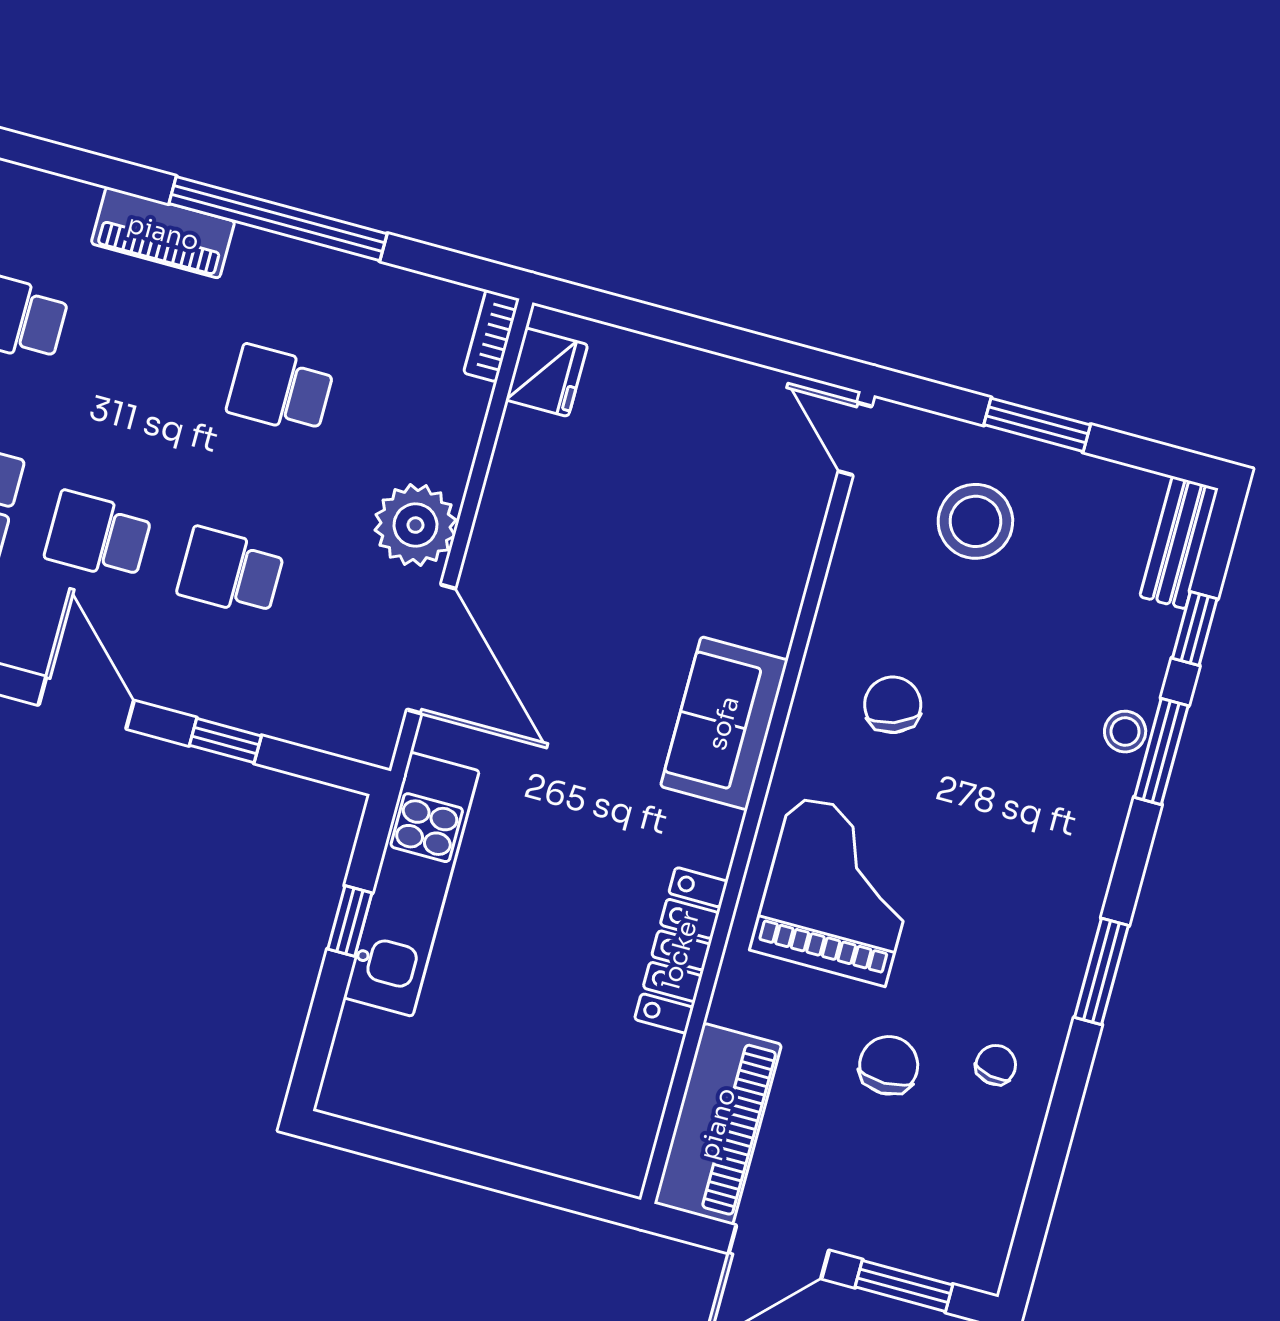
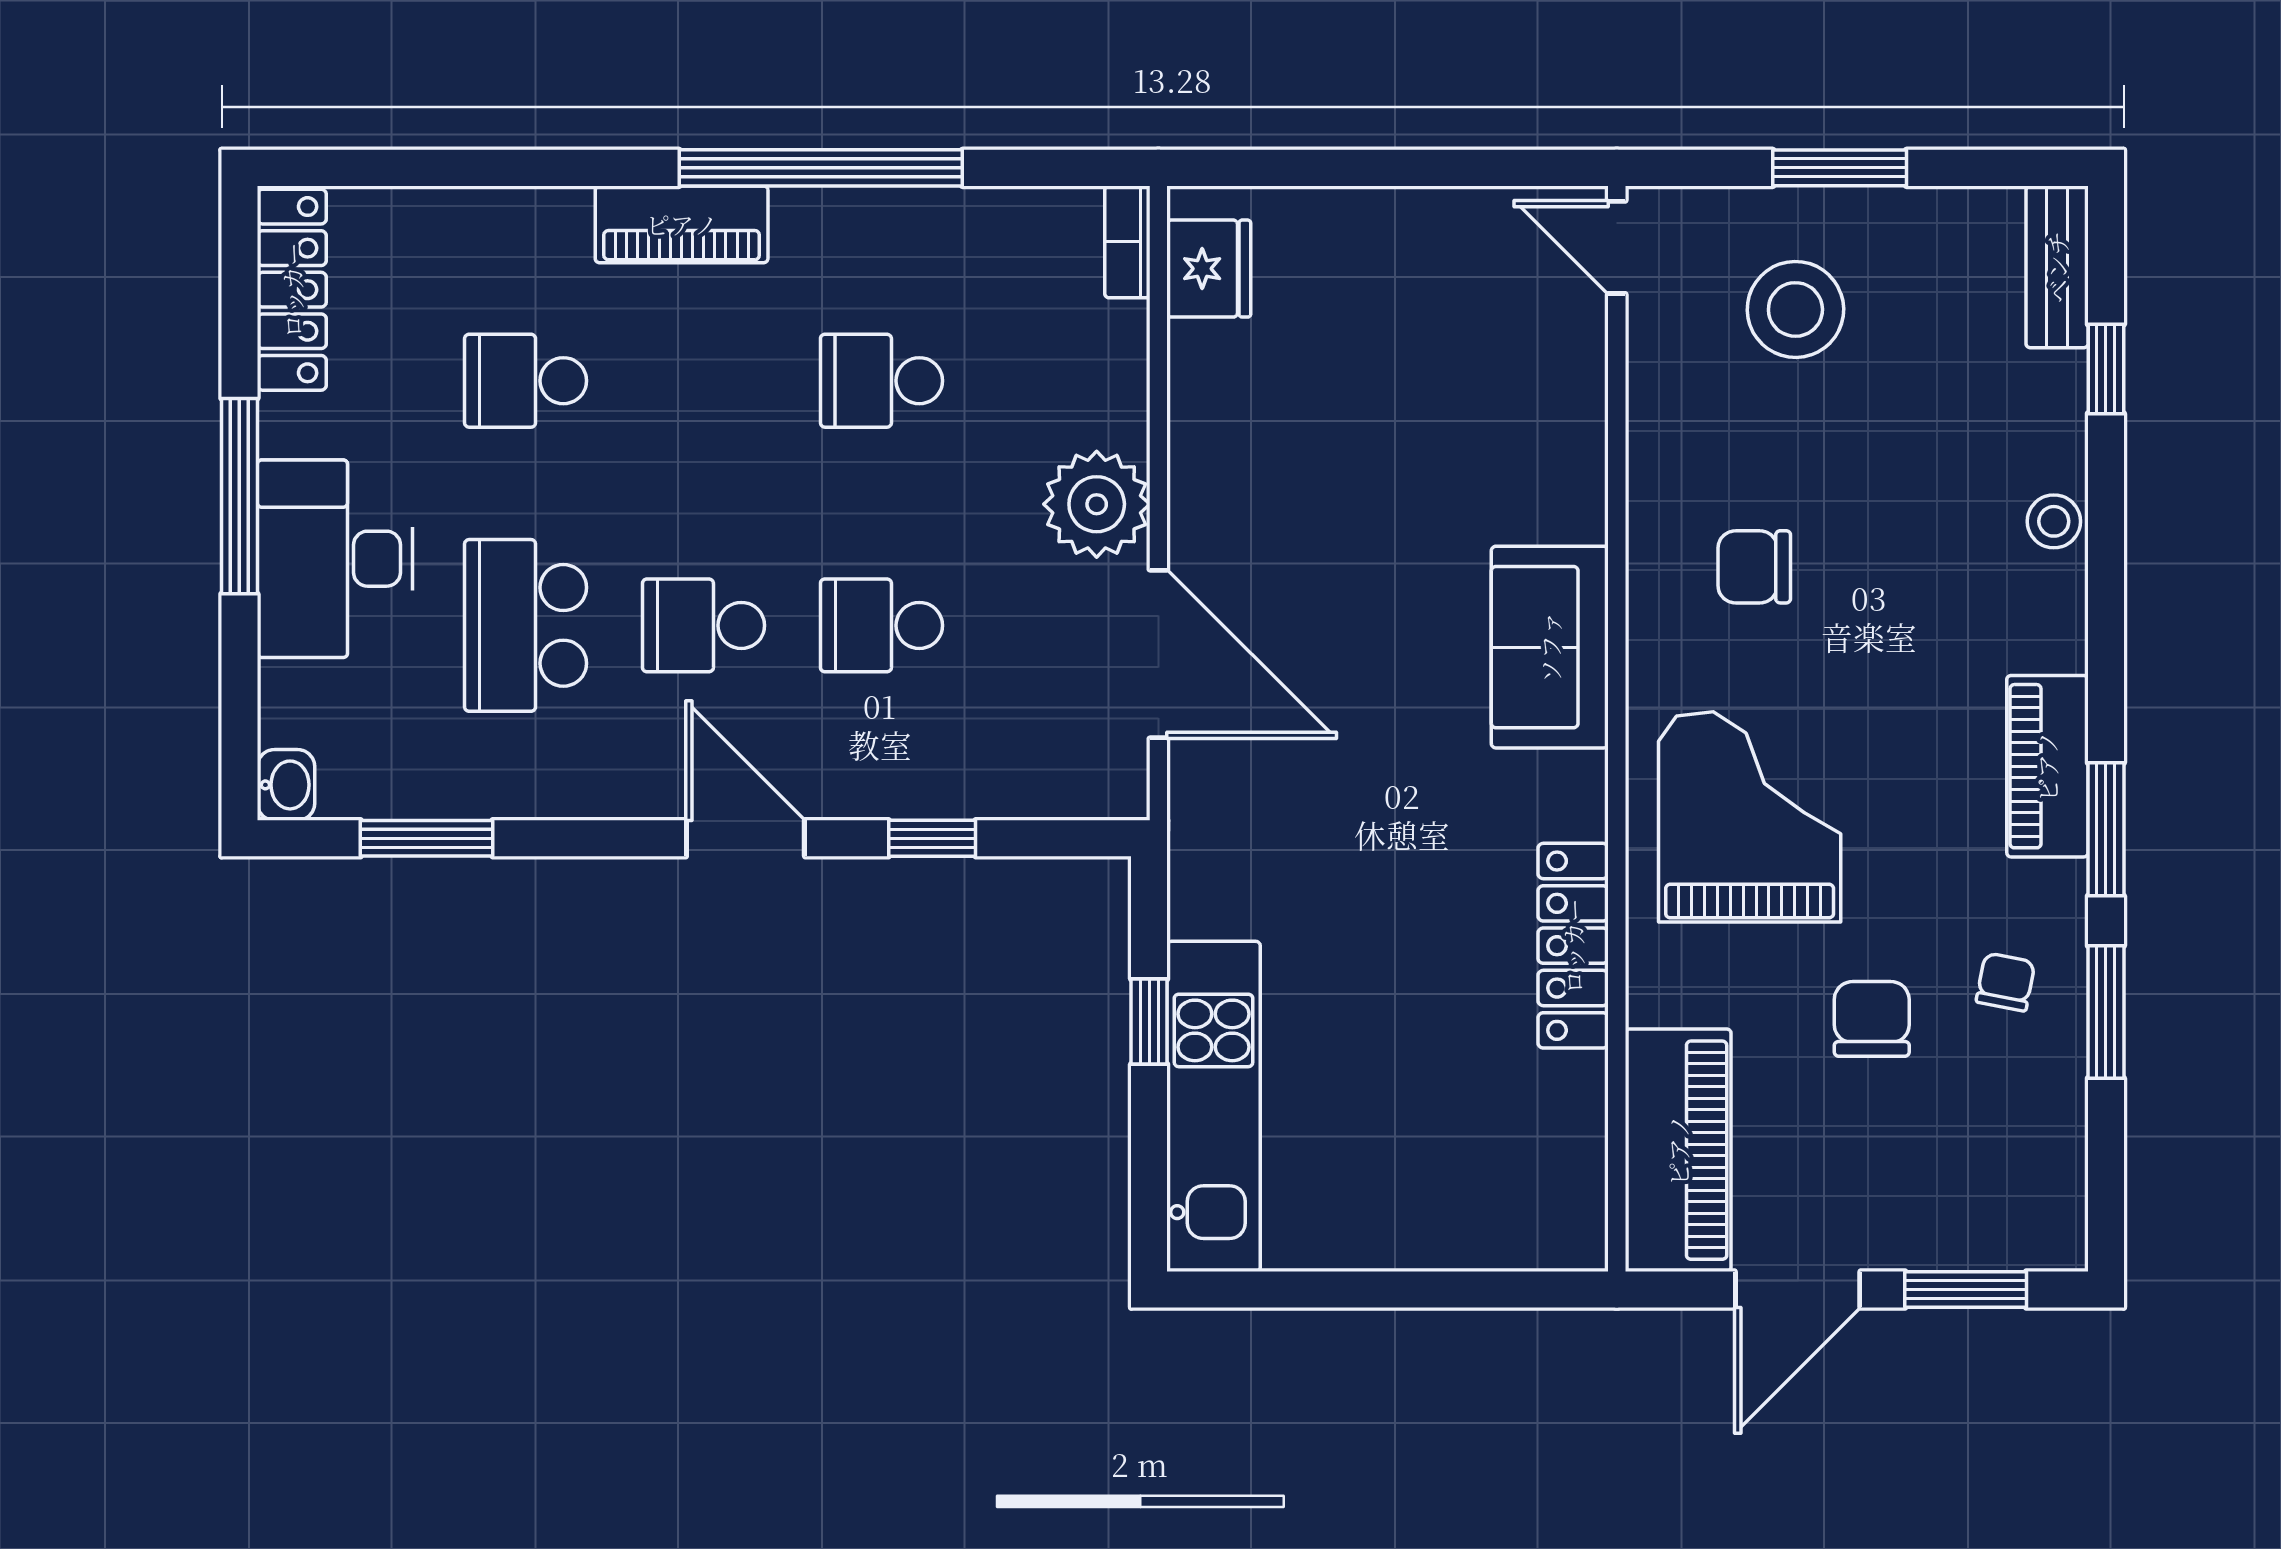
chair: (893, 705) -> (1754, 567), turned -70
window: (1161, 752) -> (2106, 1012), moved
kitchen unit: (411, 884) -> (1214, 1106), moved
piano: (1071, 913) -> (2047, 766), added

